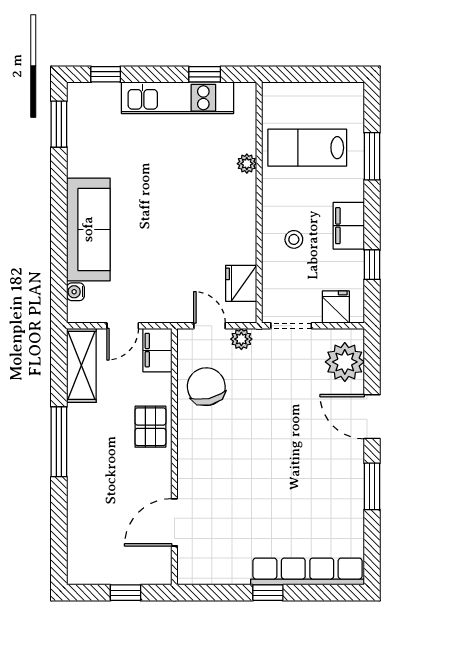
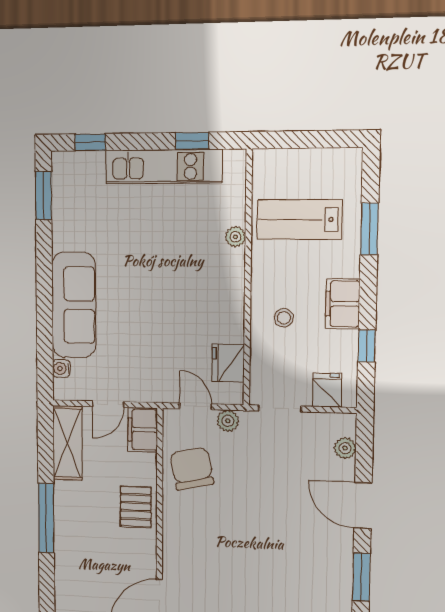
plant: (345, 362) -> (345, 448), width x0.53, depth x0.53

